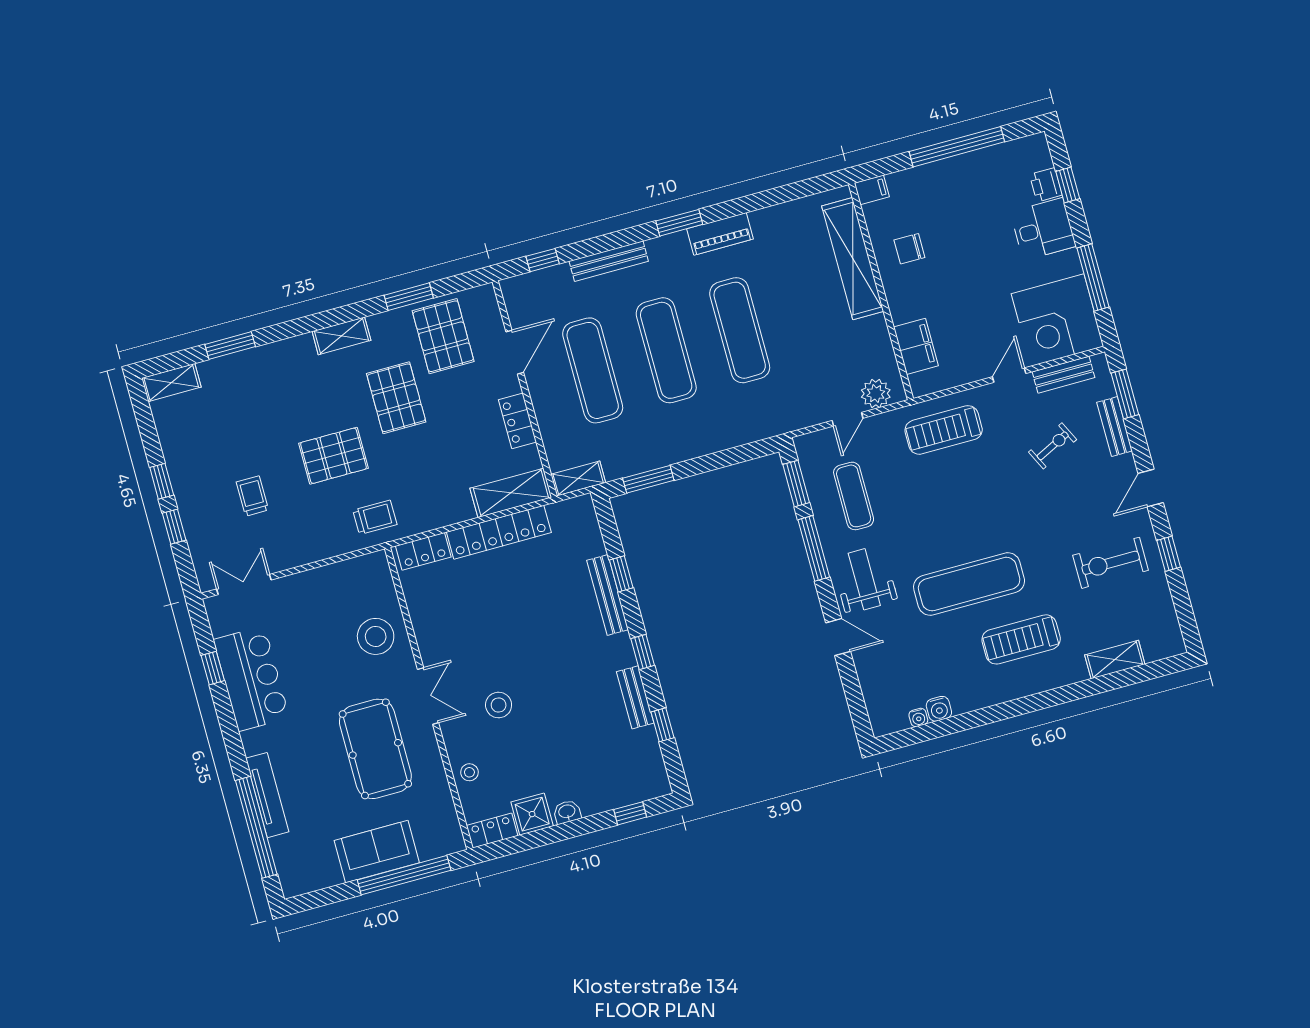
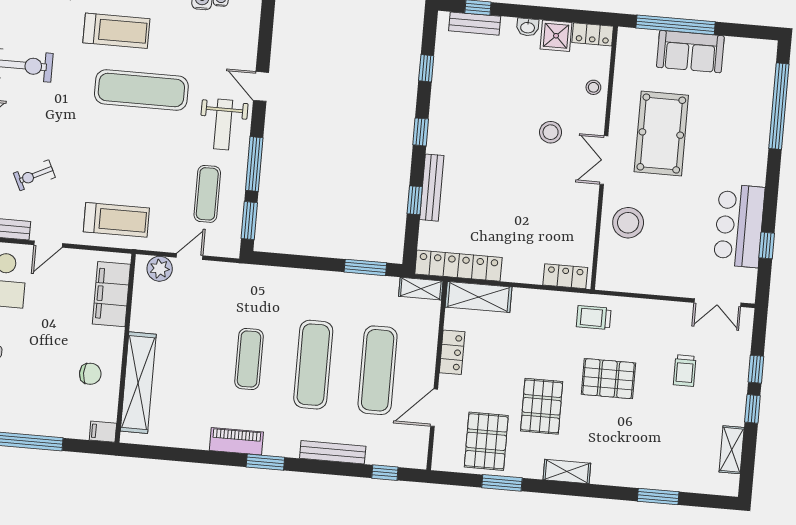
exercise mat: (740, 330) -> (249, 359), width x0.73, depth x0.69
filing cabinet: (916, 346) -> (111, 294), width x1.50, depth x1.17
shelving: (171, 383) -> (732, 450), moved, turned 90
locker: (499, 532) -> (458, 266), moved
bench: (635, 697) -> (475, 24), moved, turned 90
tv unit: (267, 795) -> (761, 129), removed

